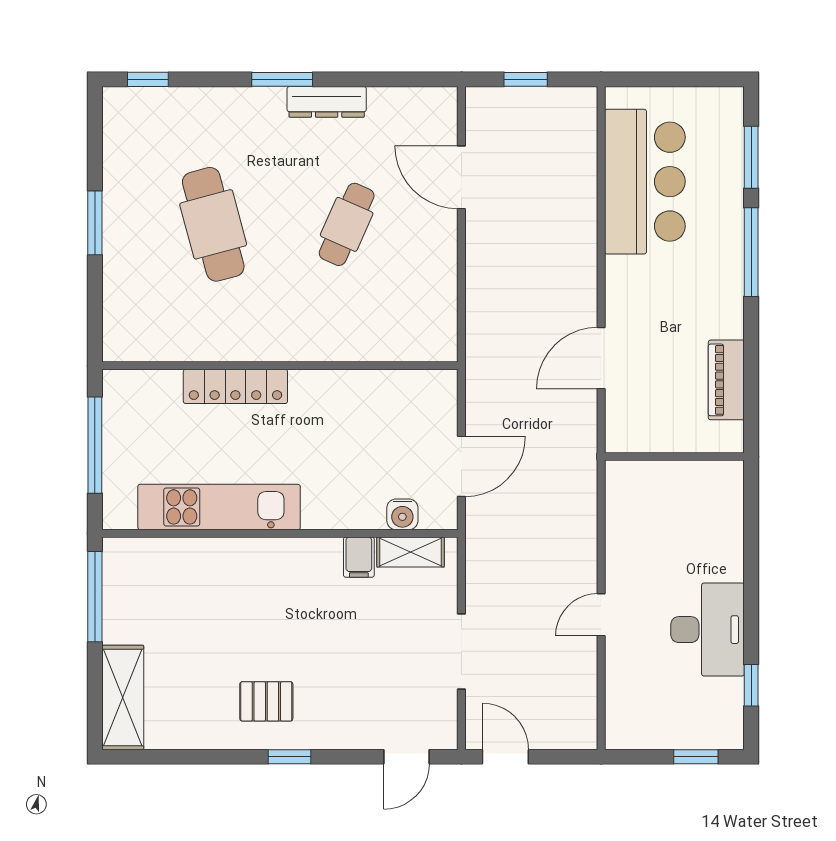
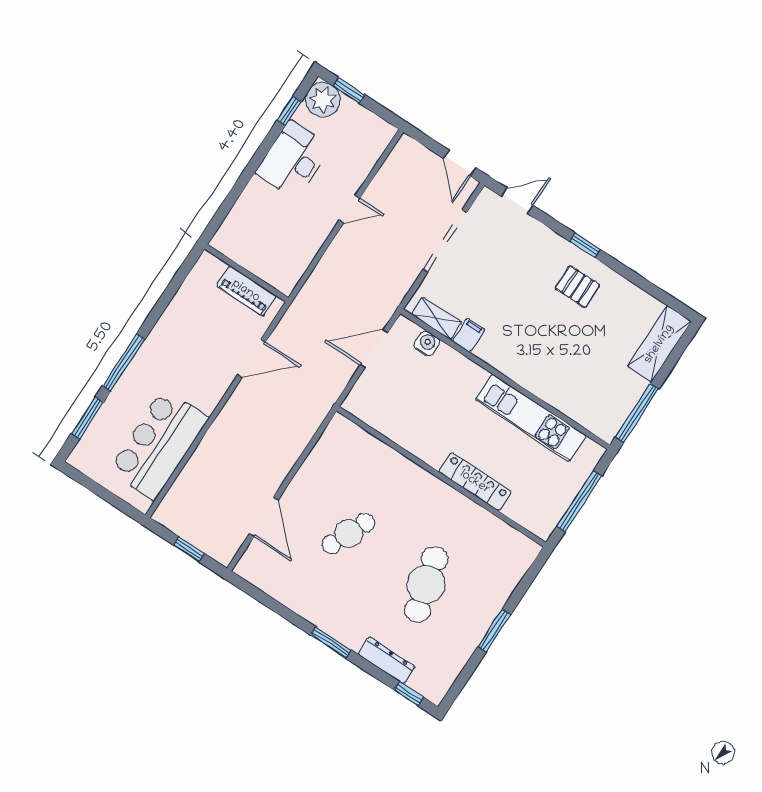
dresser: (327, 102) -> (387, 660), moved
piano: (726, 380) -> (246, 291), moved, turned 90
doorway: (461, 652) -> (445, 241), width x1.36
plant: (720, 725) -> (323, 100), added

